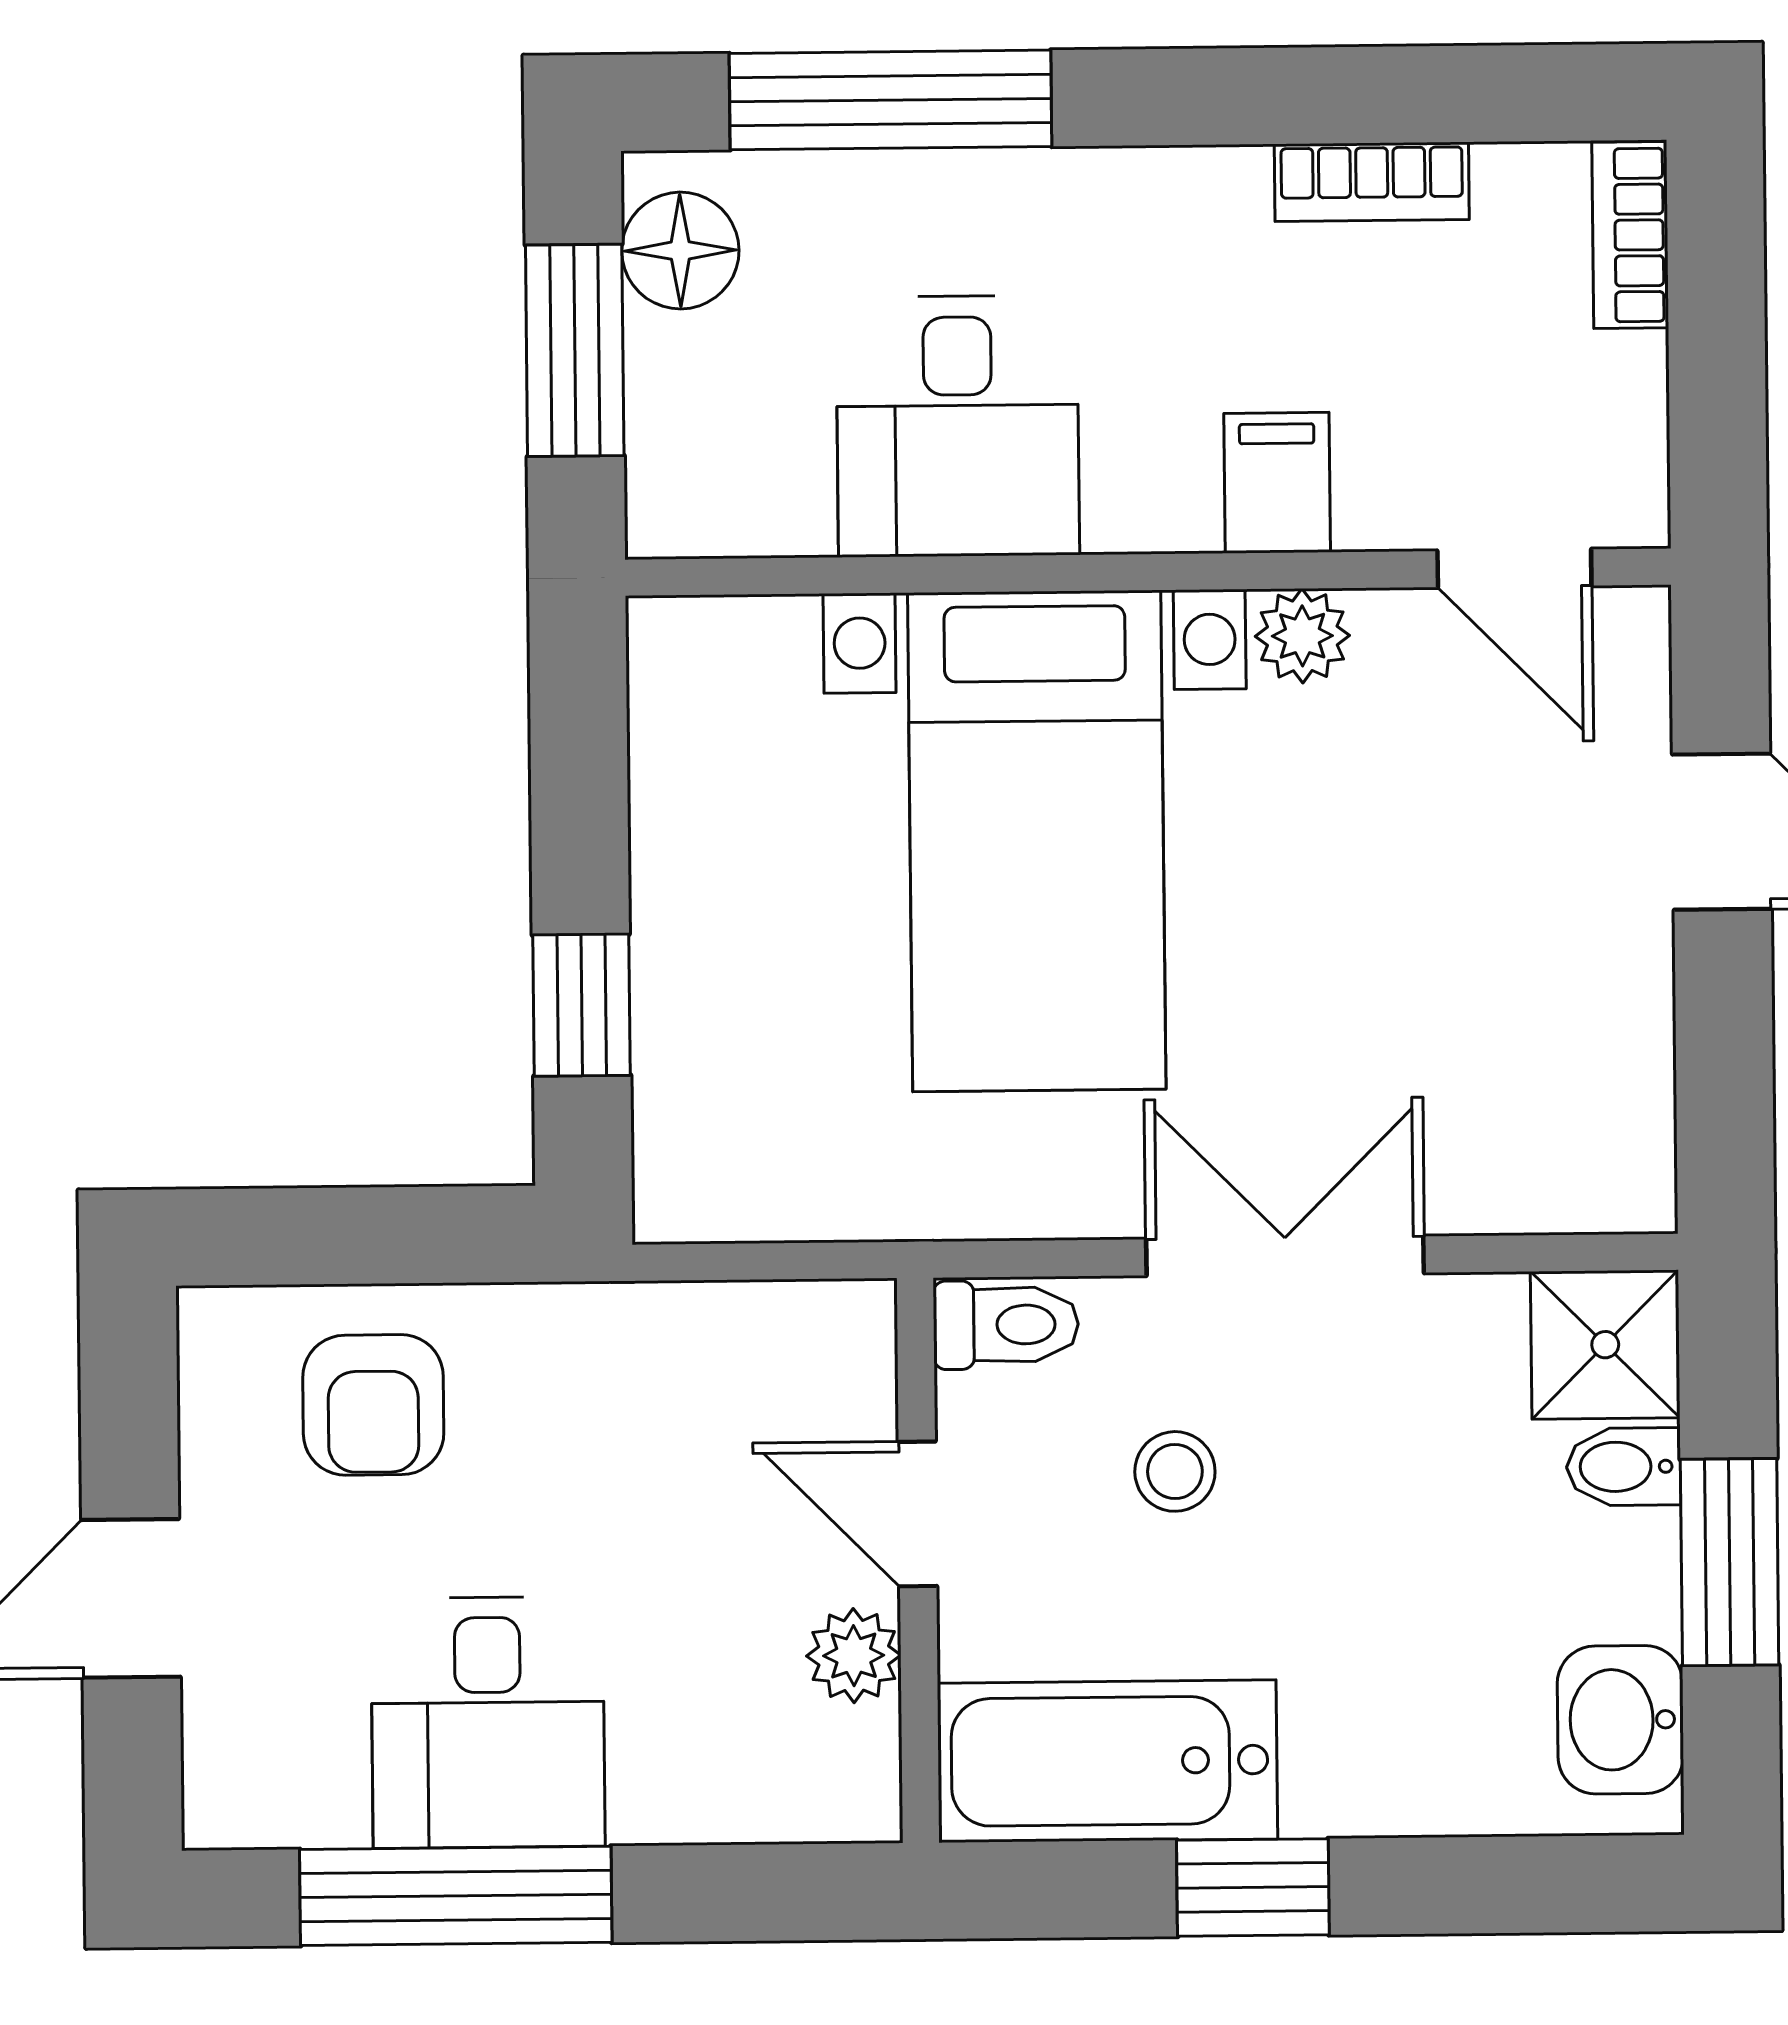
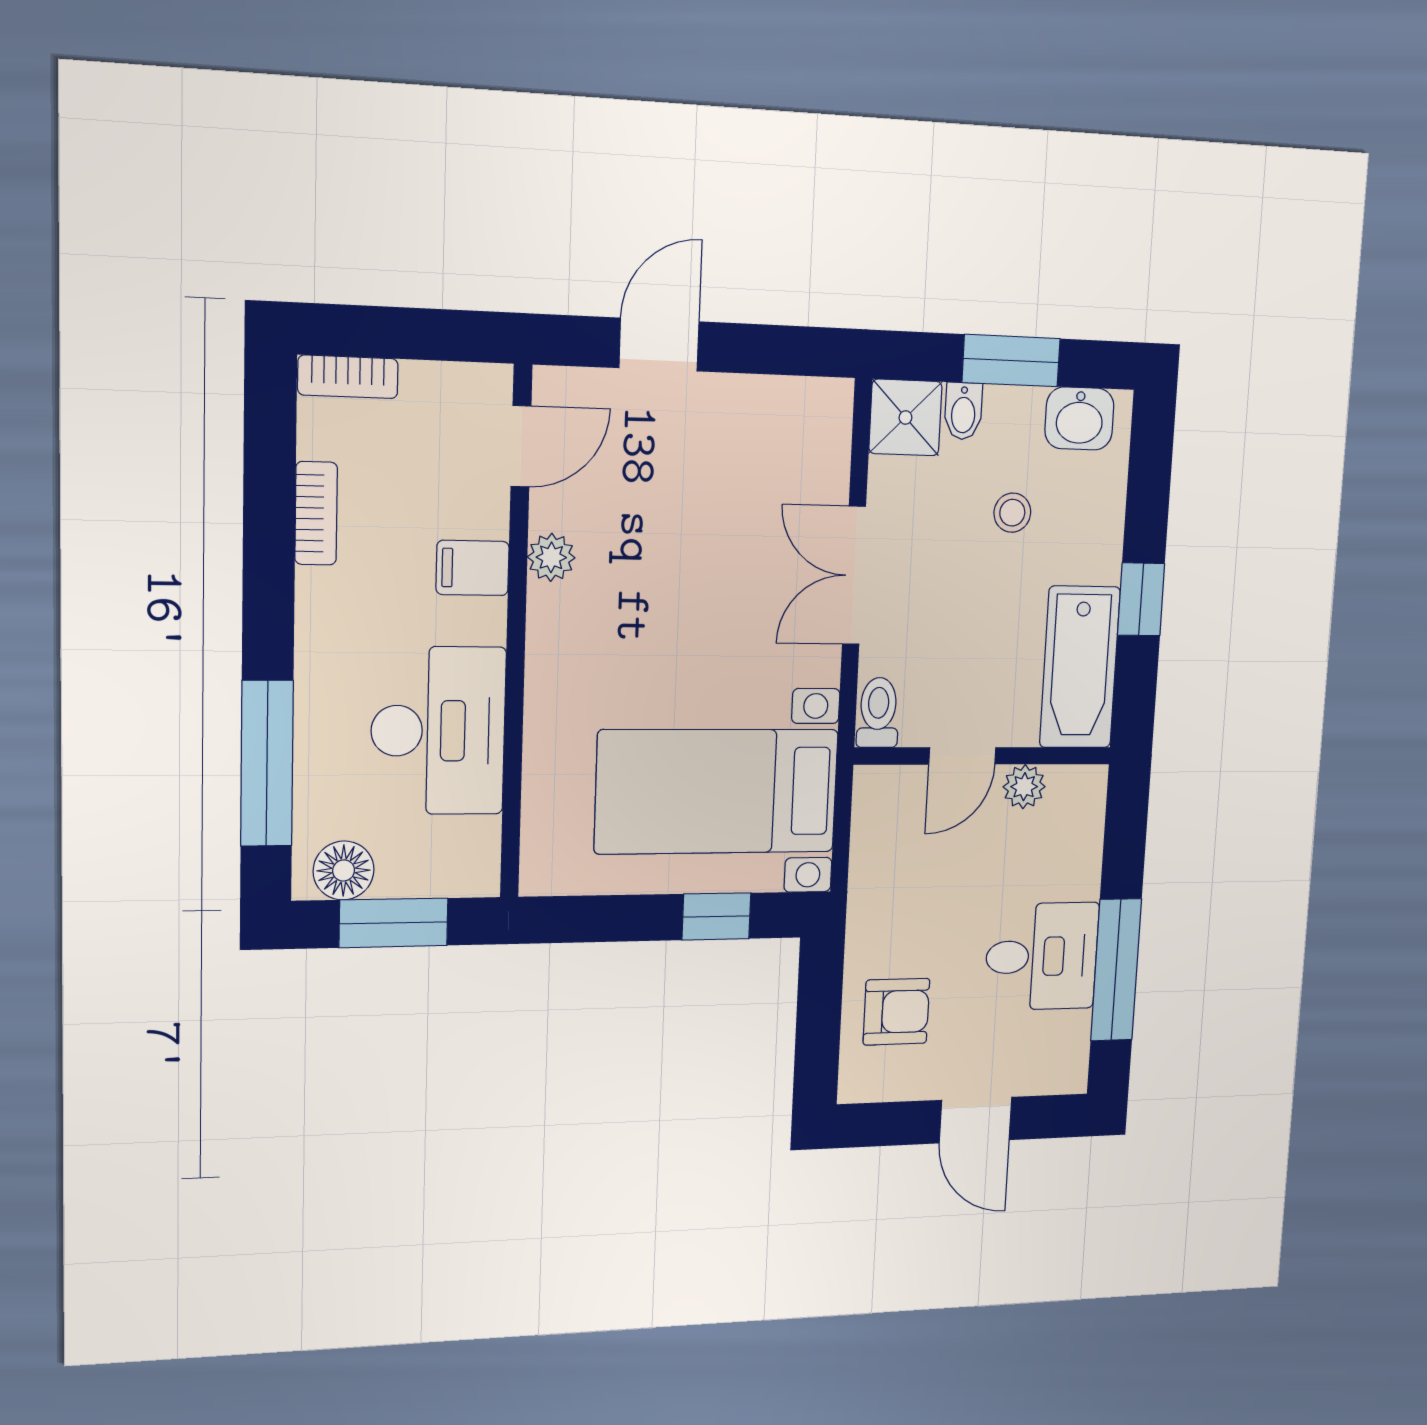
desk: (958, 426) -> (438, 731), width x1.37
bed with nightstands: (1037, 841) -> (717, 791), moved, turned 180
stool: (1175, 1471) -> (1012, 513), moved

